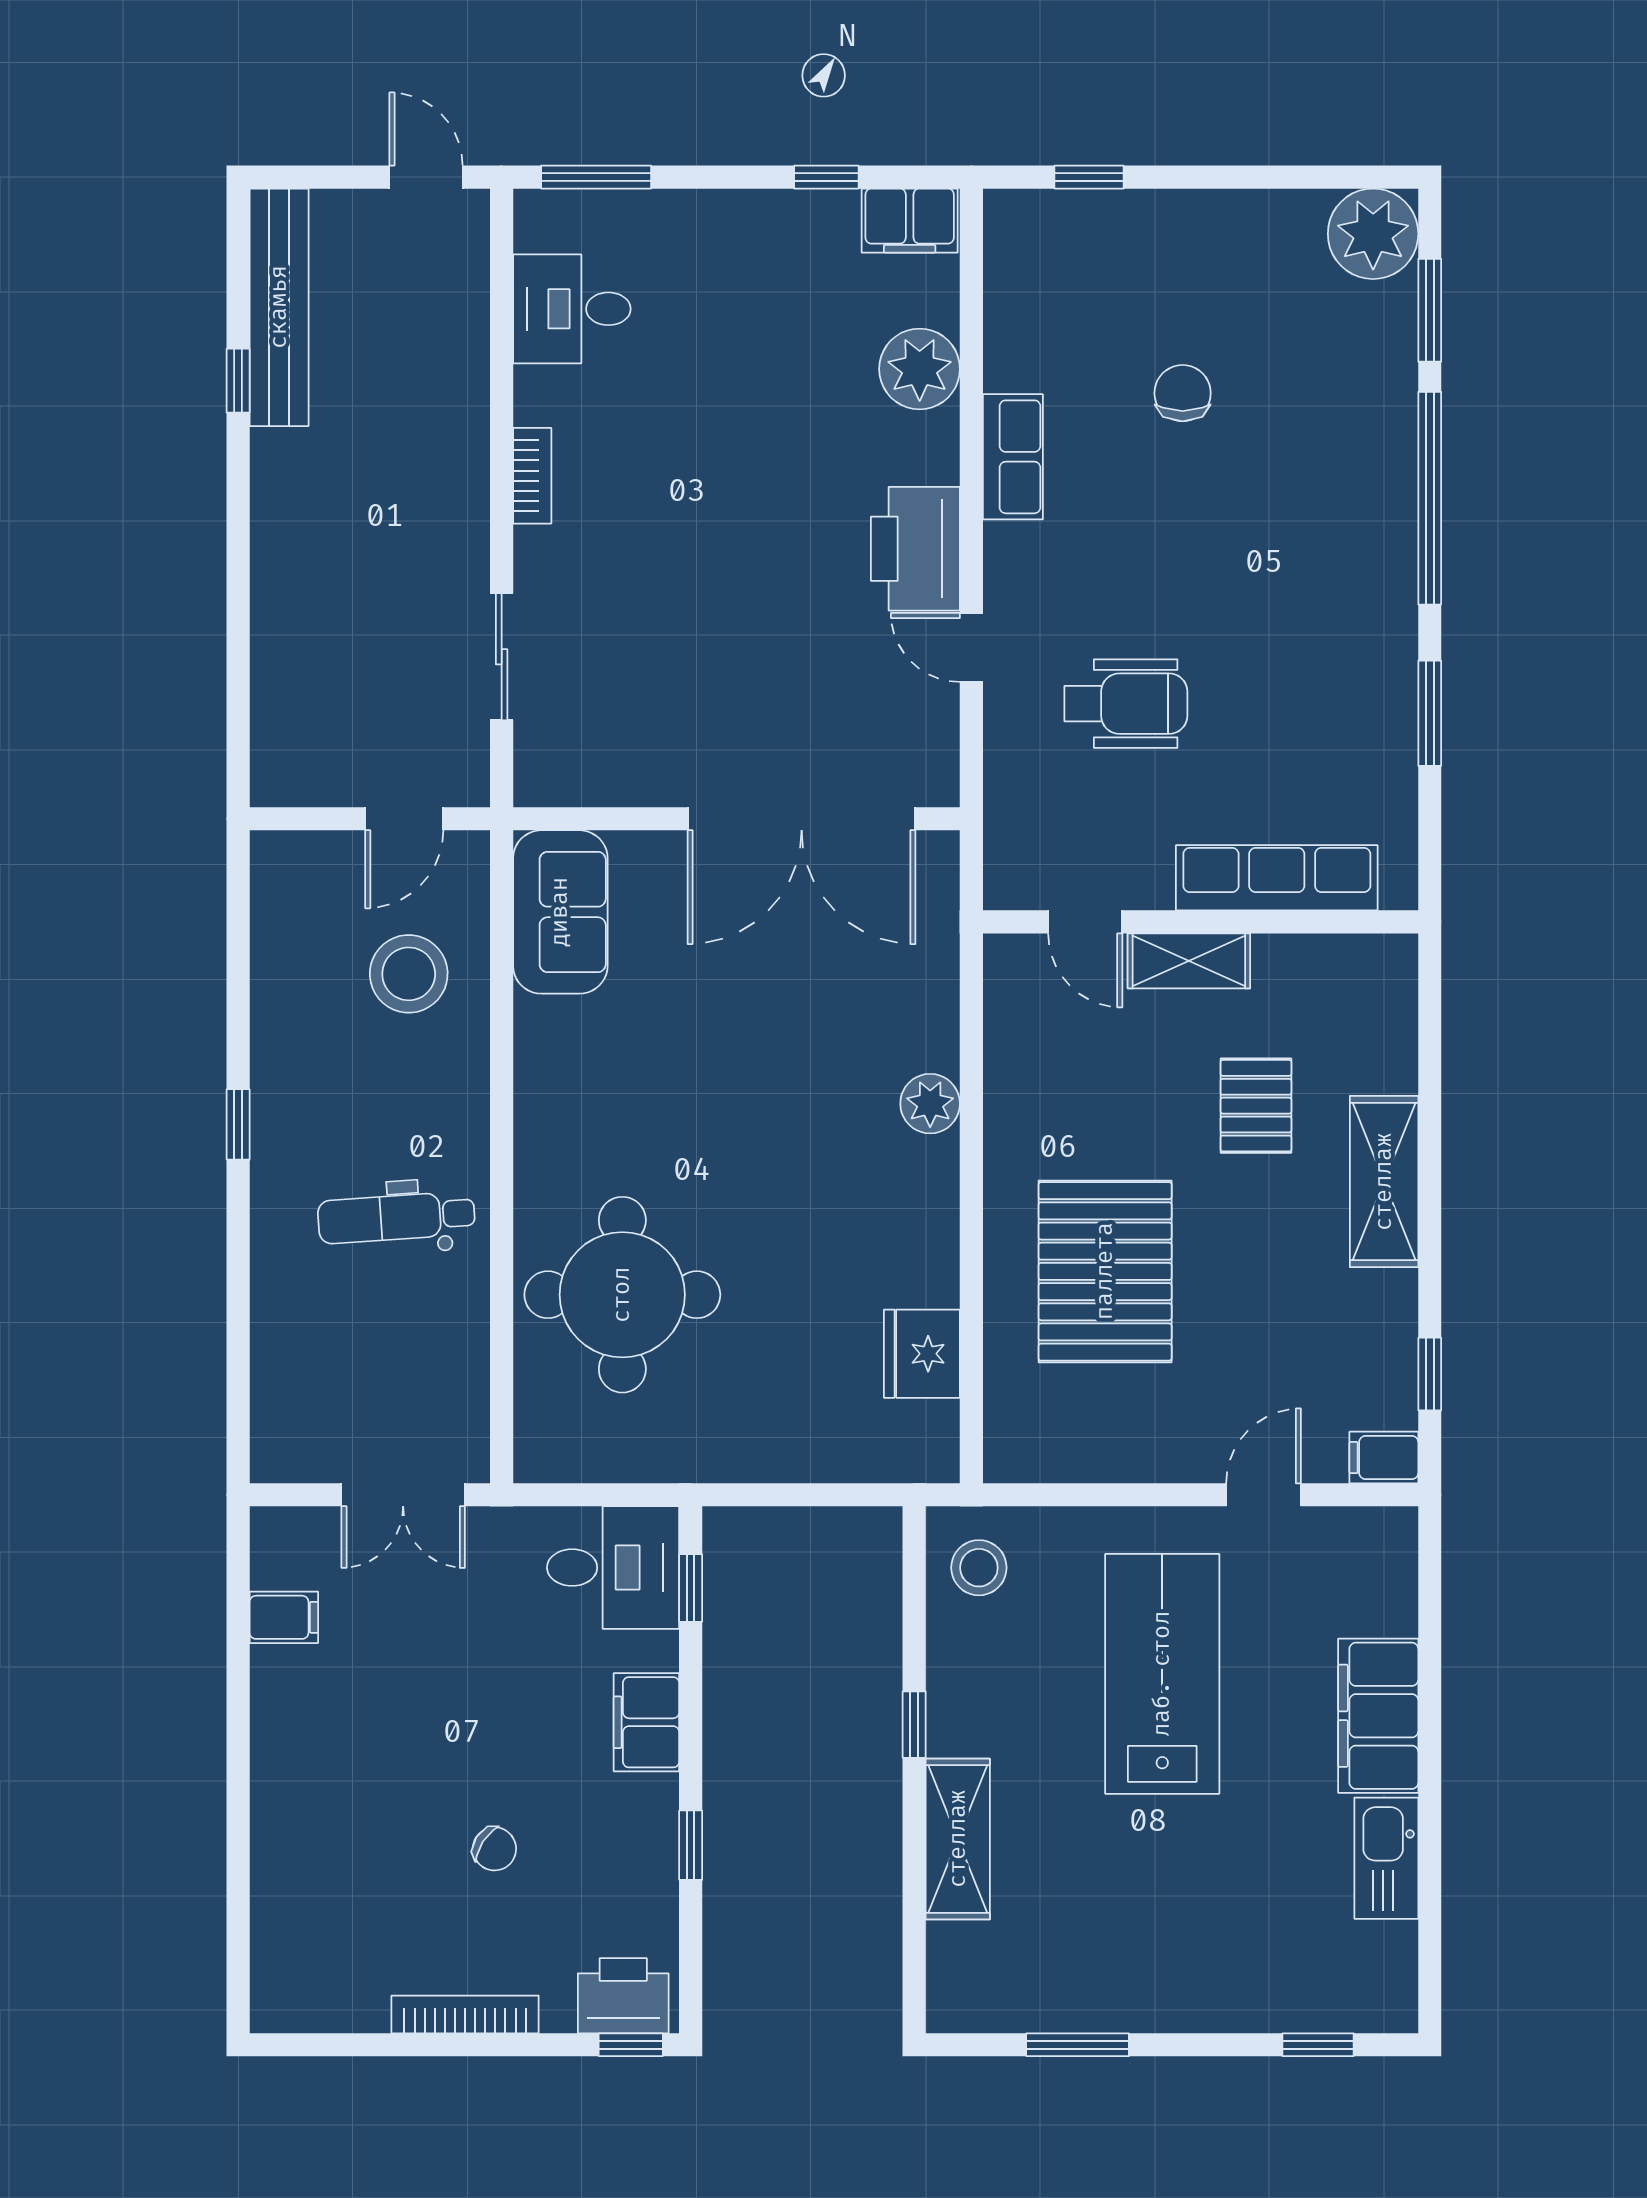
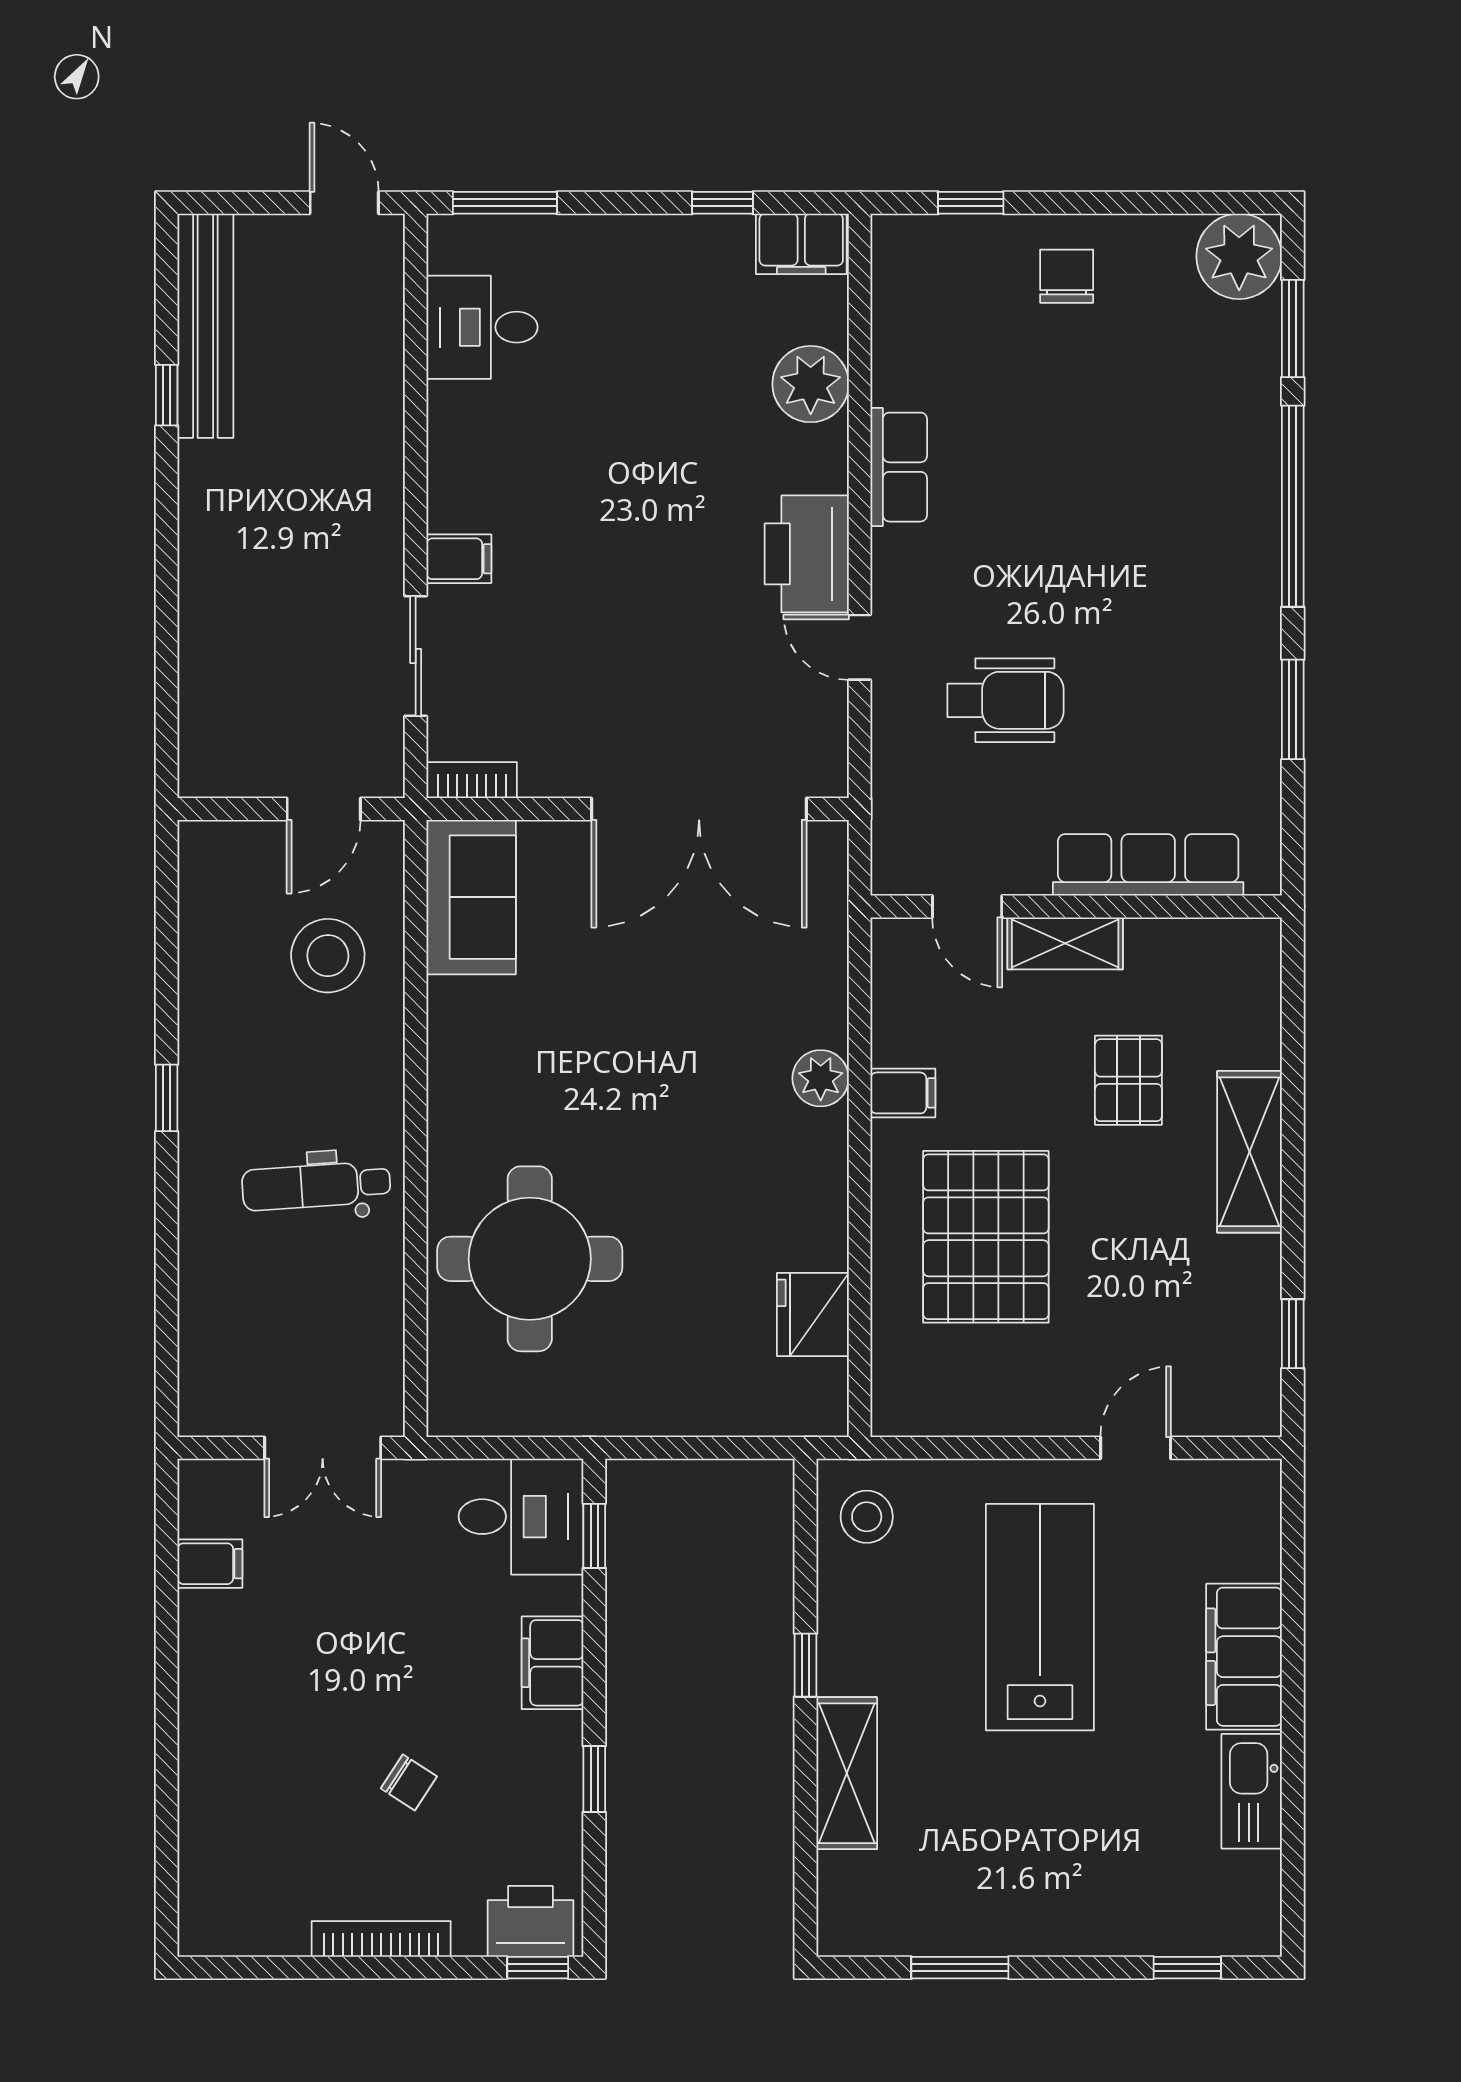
chair: (1183, 393) -> (1067, 276), moved
bookcase: (532, 476) -> (472, 780), moved, turned -90
filing cabinet: (547, 554) -> (459, 559), added
filing cabinet: (1384, 1458) -> (903, 1093), moved, turned 180

